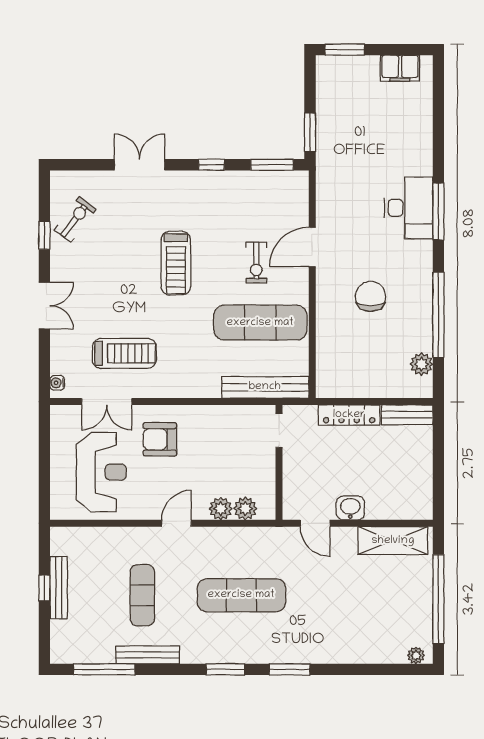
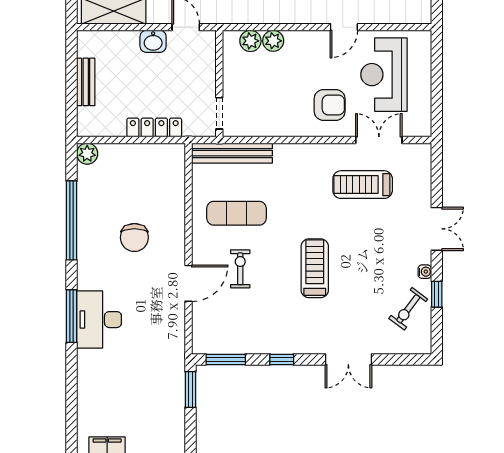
double door: (44, 306) -> (437, 229), swing flipped
exercise mat: (260, 323) -> (237, 213), width x0.73, depth x0.69
plant: (421, 364) -> (87, 154), moved
water cooler: (57, 383) -> (425, 272), moved
bench: (407, 415) -> (86, 82), moved, turned 90
door: (176, 523) -> (344, 27), moved

